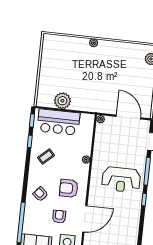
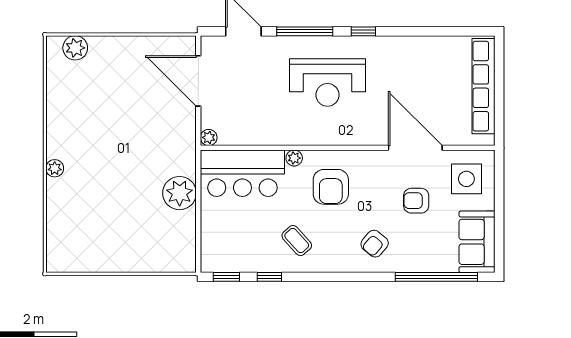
plant: (62, 101) -> (180, 193), moved
door: (129, 117) -> (198, 81), hinge flipped
bar counter: (59, 122) -> (242, 173), moved, turned 90
reception desk: (121, 180) -> (327, 82), turned 90
armchair: (69, 188) -> (331, 187), moved

